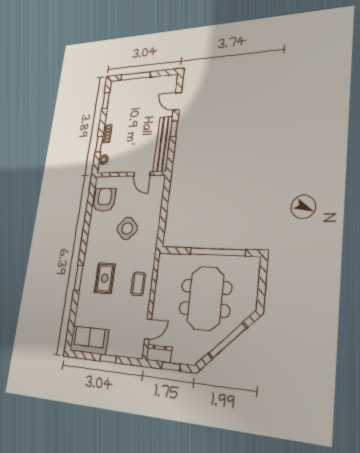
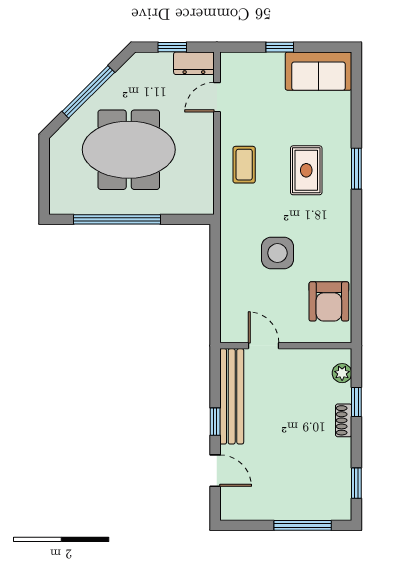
side table: (127, 228) -> (277, 253), turned 45
meeting table: (205, 298) -> (129, 150), turned 90

